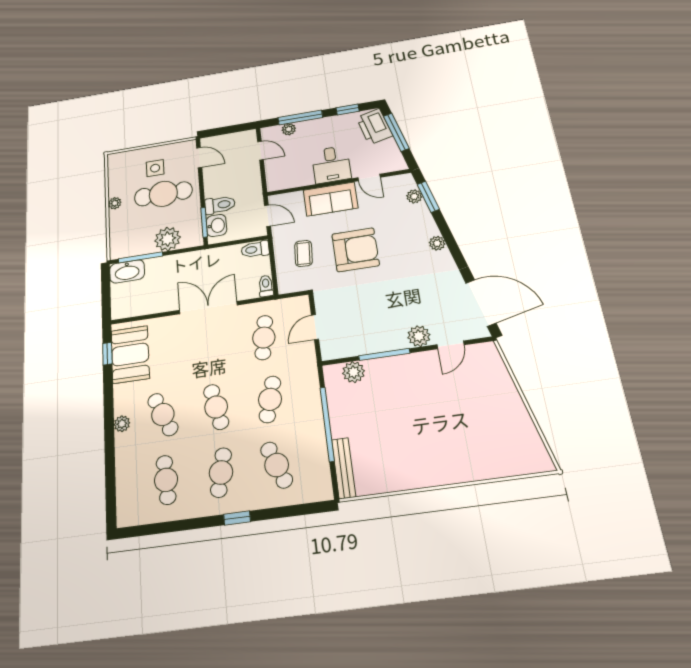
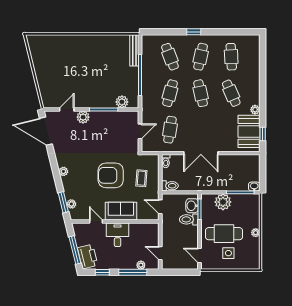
washbasin: (127, 271) -> (254, 187), width x0.52, depth x0.69
plant: (122, 424) -> (255, 110), moved

